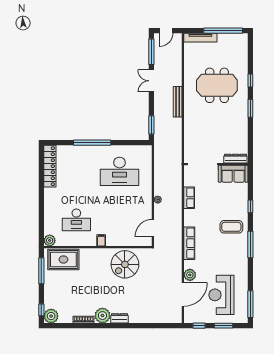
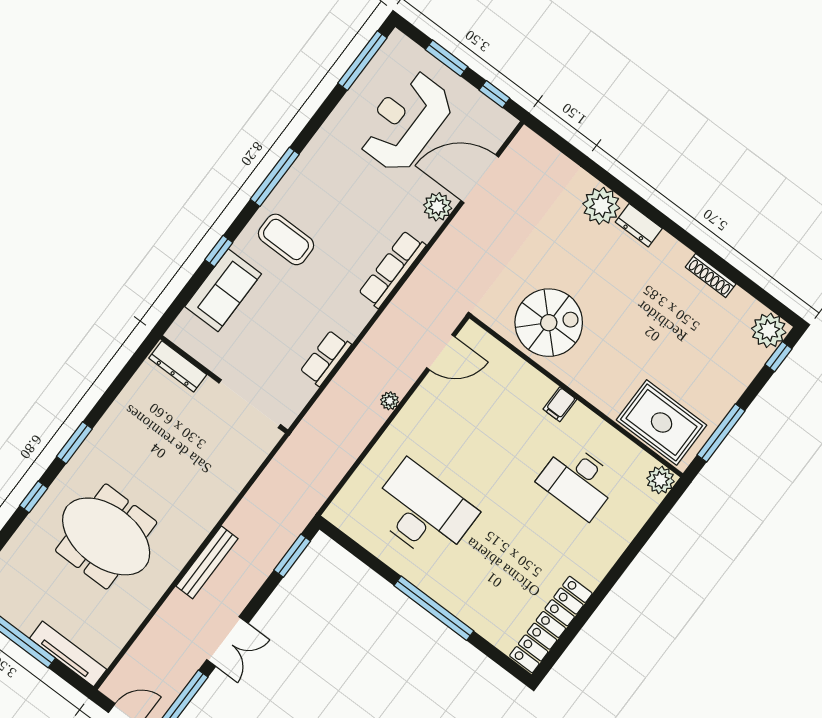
sofa: (233, 174) -> (223, 290), moved, turned 90
desk: (76, 220) -> (578, 481), turned 180
reception desk: (221, 295) -> (405, 121), turned 180
plant: (102, 316) -> (601, 206), moved

